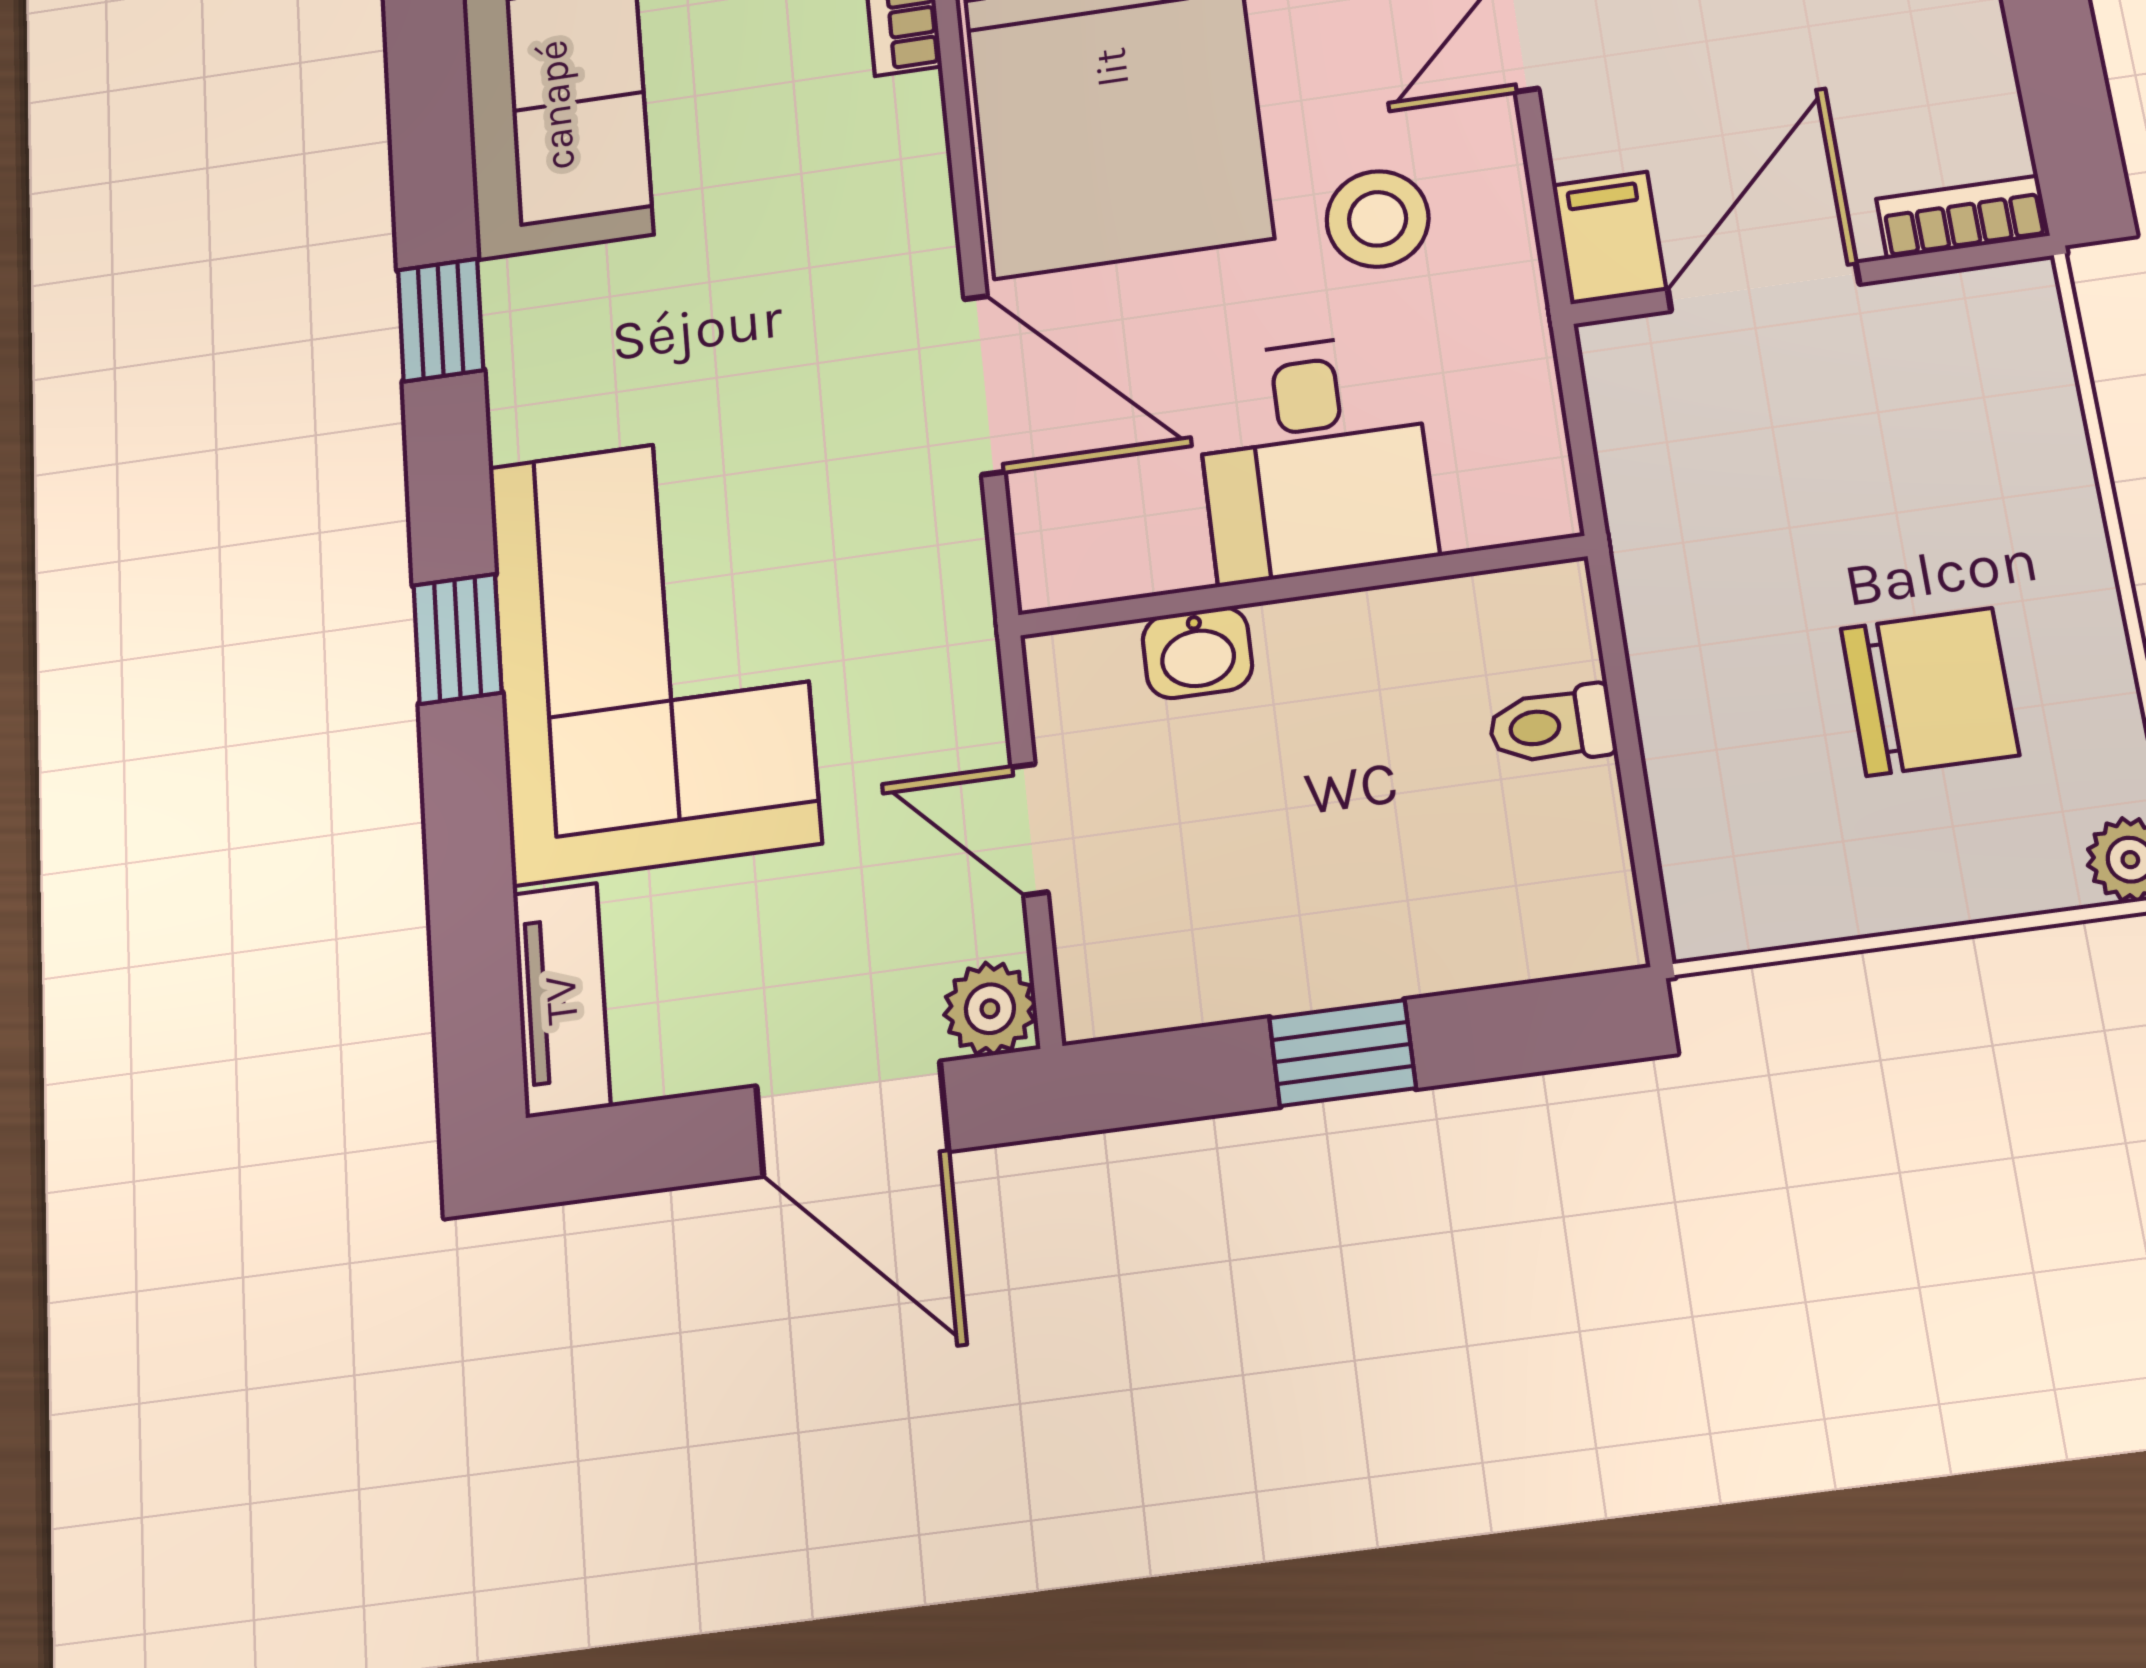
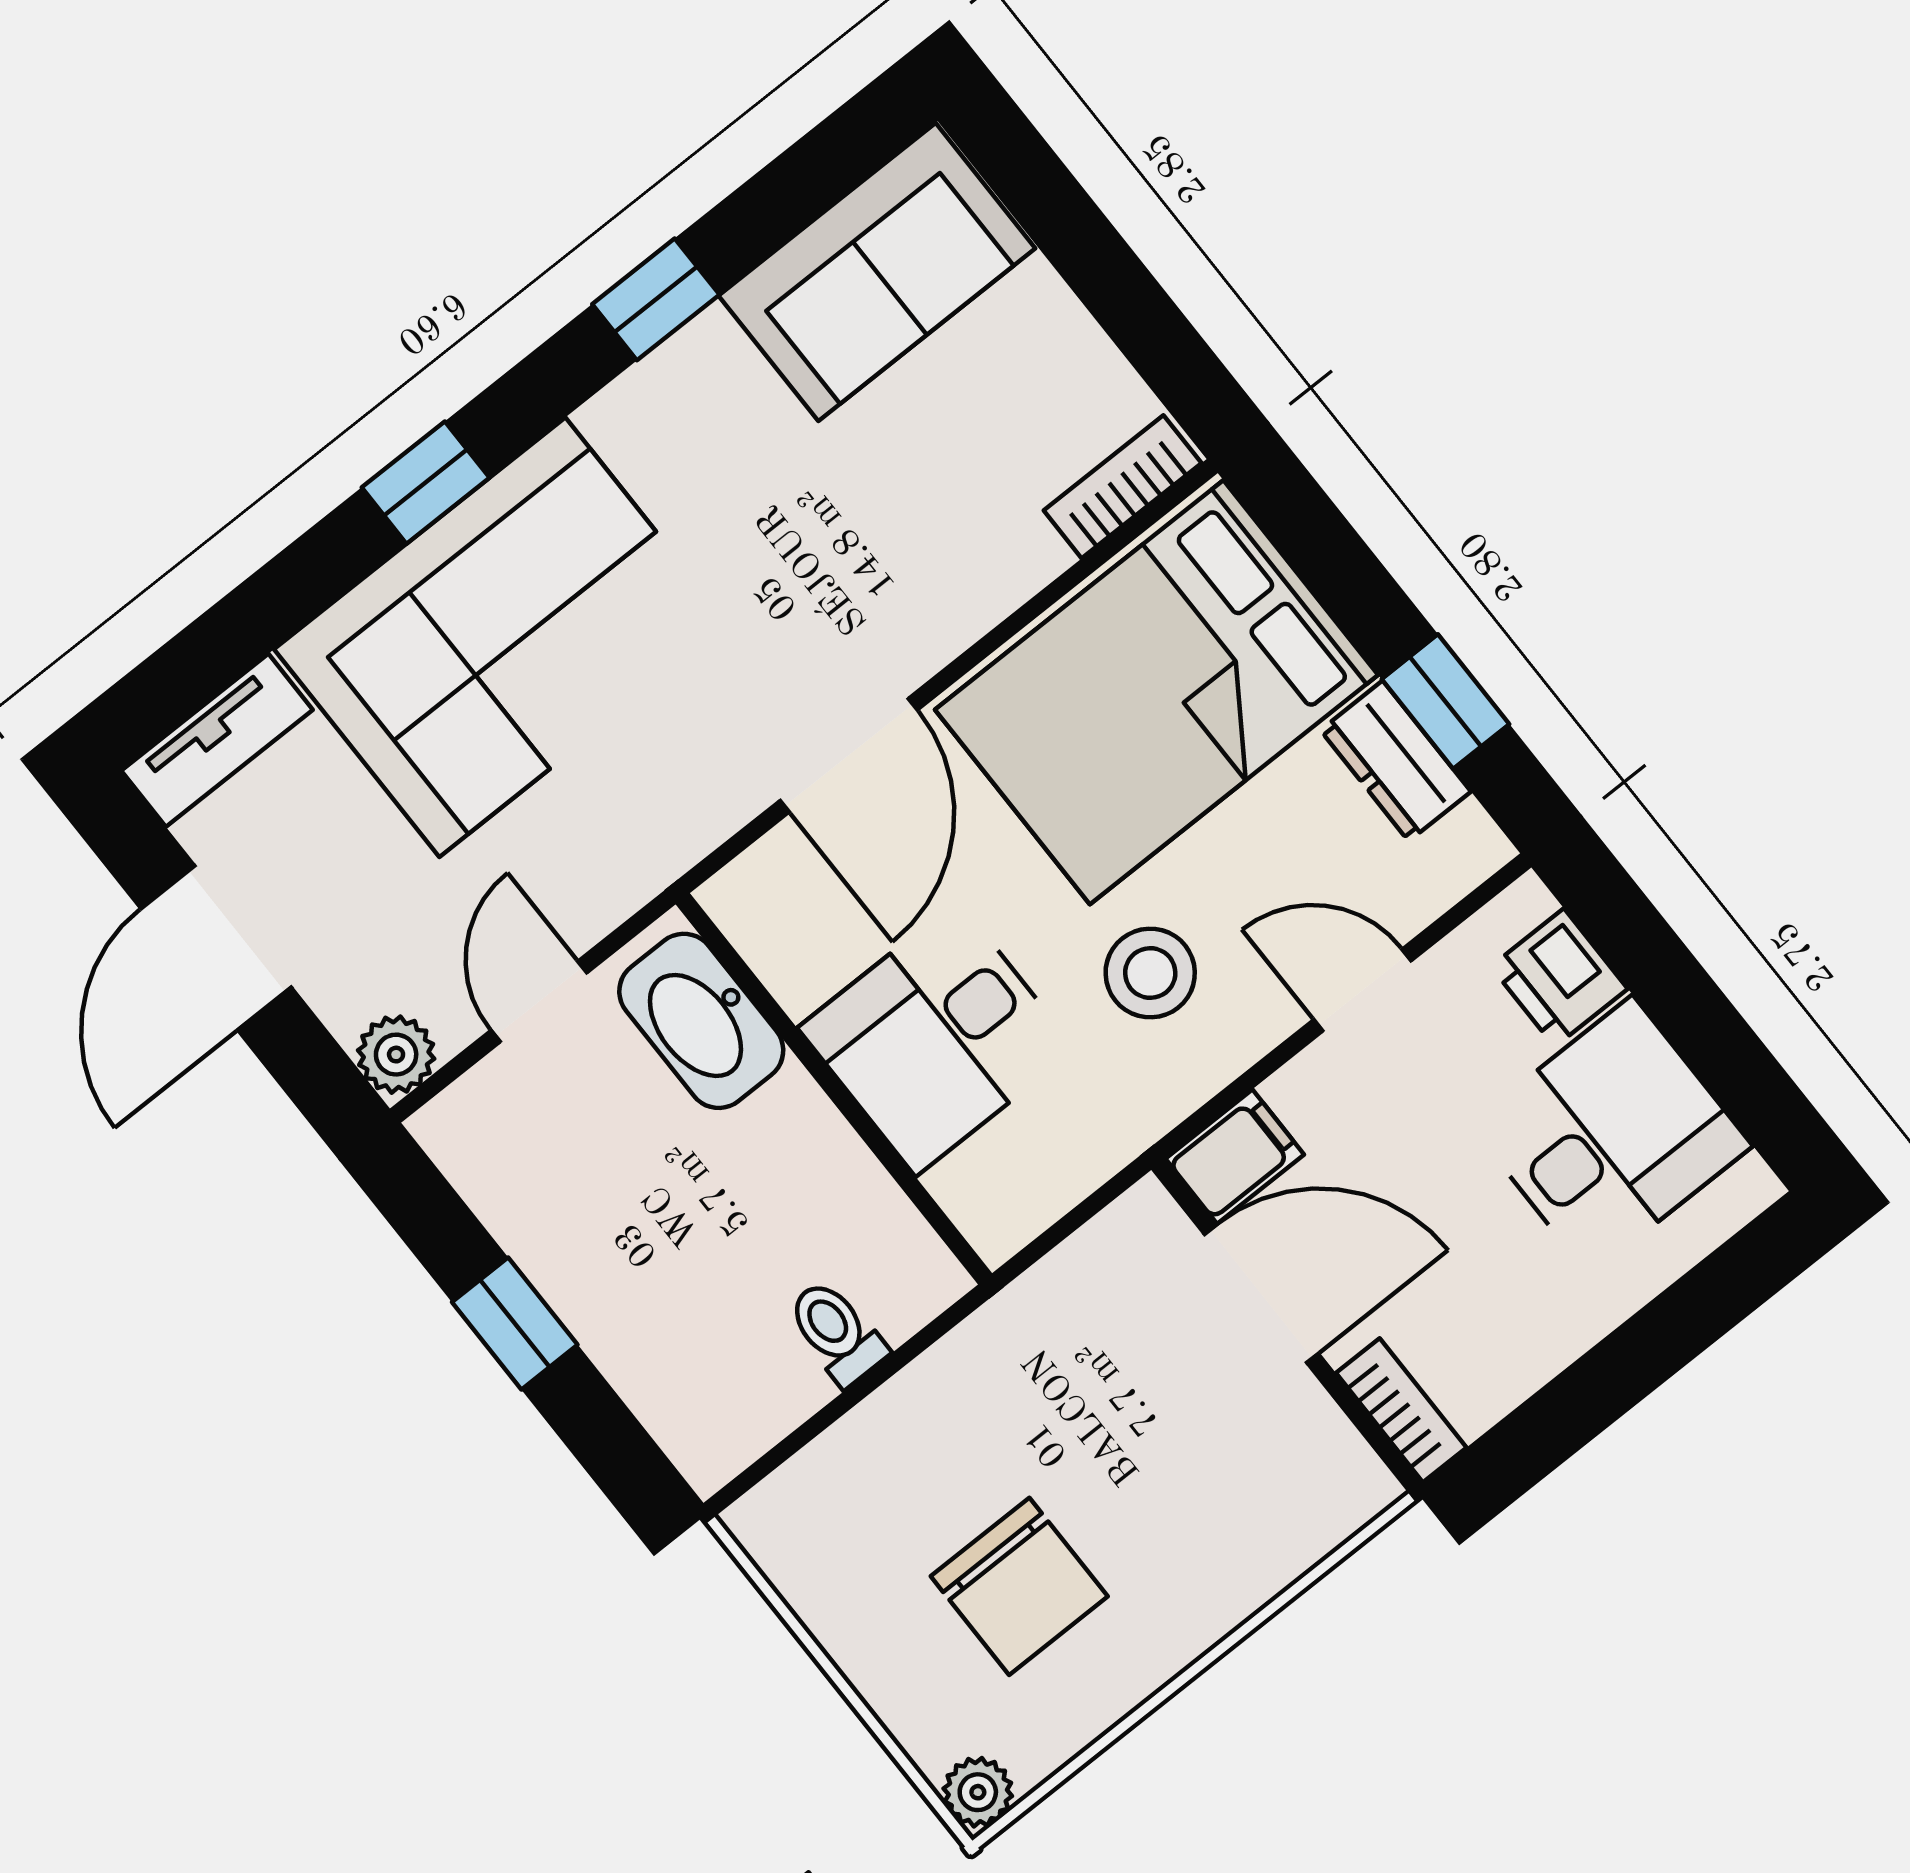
washbasin: (1197, 653) -> (701, 1021), width x1.91, depth x1.45
door: (852, 1119) -> (216, 948), moved

